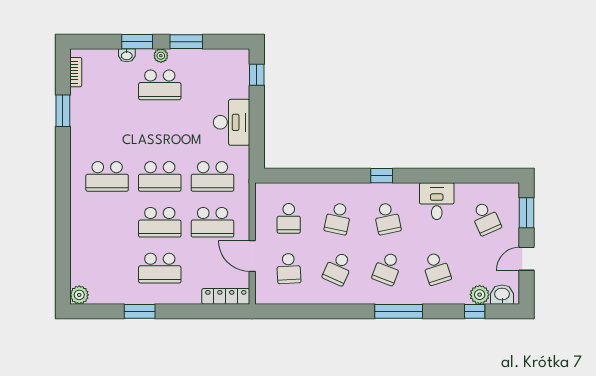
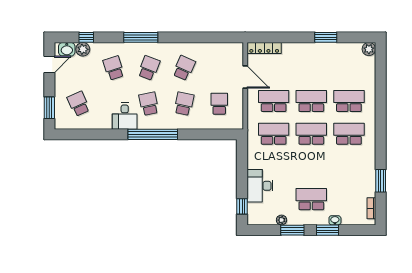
plant: (161, 56) -> (282, 220), moved
desk: (232, 122) -> (260, 186), moved
window: (382, 176) -> (153, 134), width x3.17
desk: (437, 201) -> (125, 116), moved
door: (526, 259) -> (49, 65), moved
school desk: (160, 268) -> (349, 101), moved
school desk: (289, 268) -> (219, 68), removed

